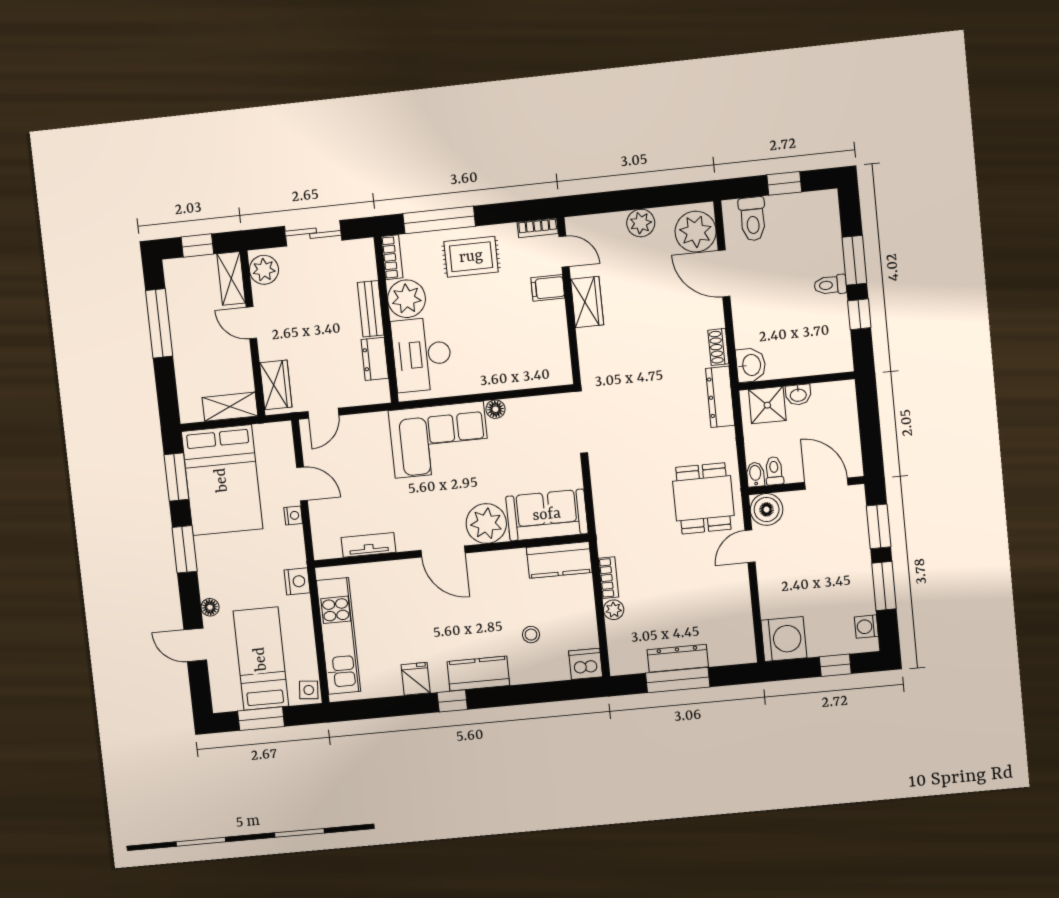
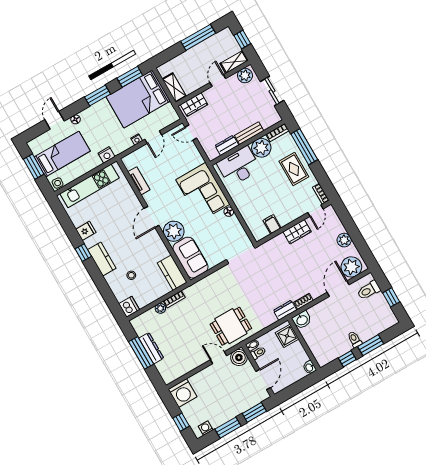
filing cabinet: (548, 288) -> (272, 224), moved
washbasin: (798, 395) -> (309, 367), moved
dresser: (720, 397) -> (285, 310), width x0.70

